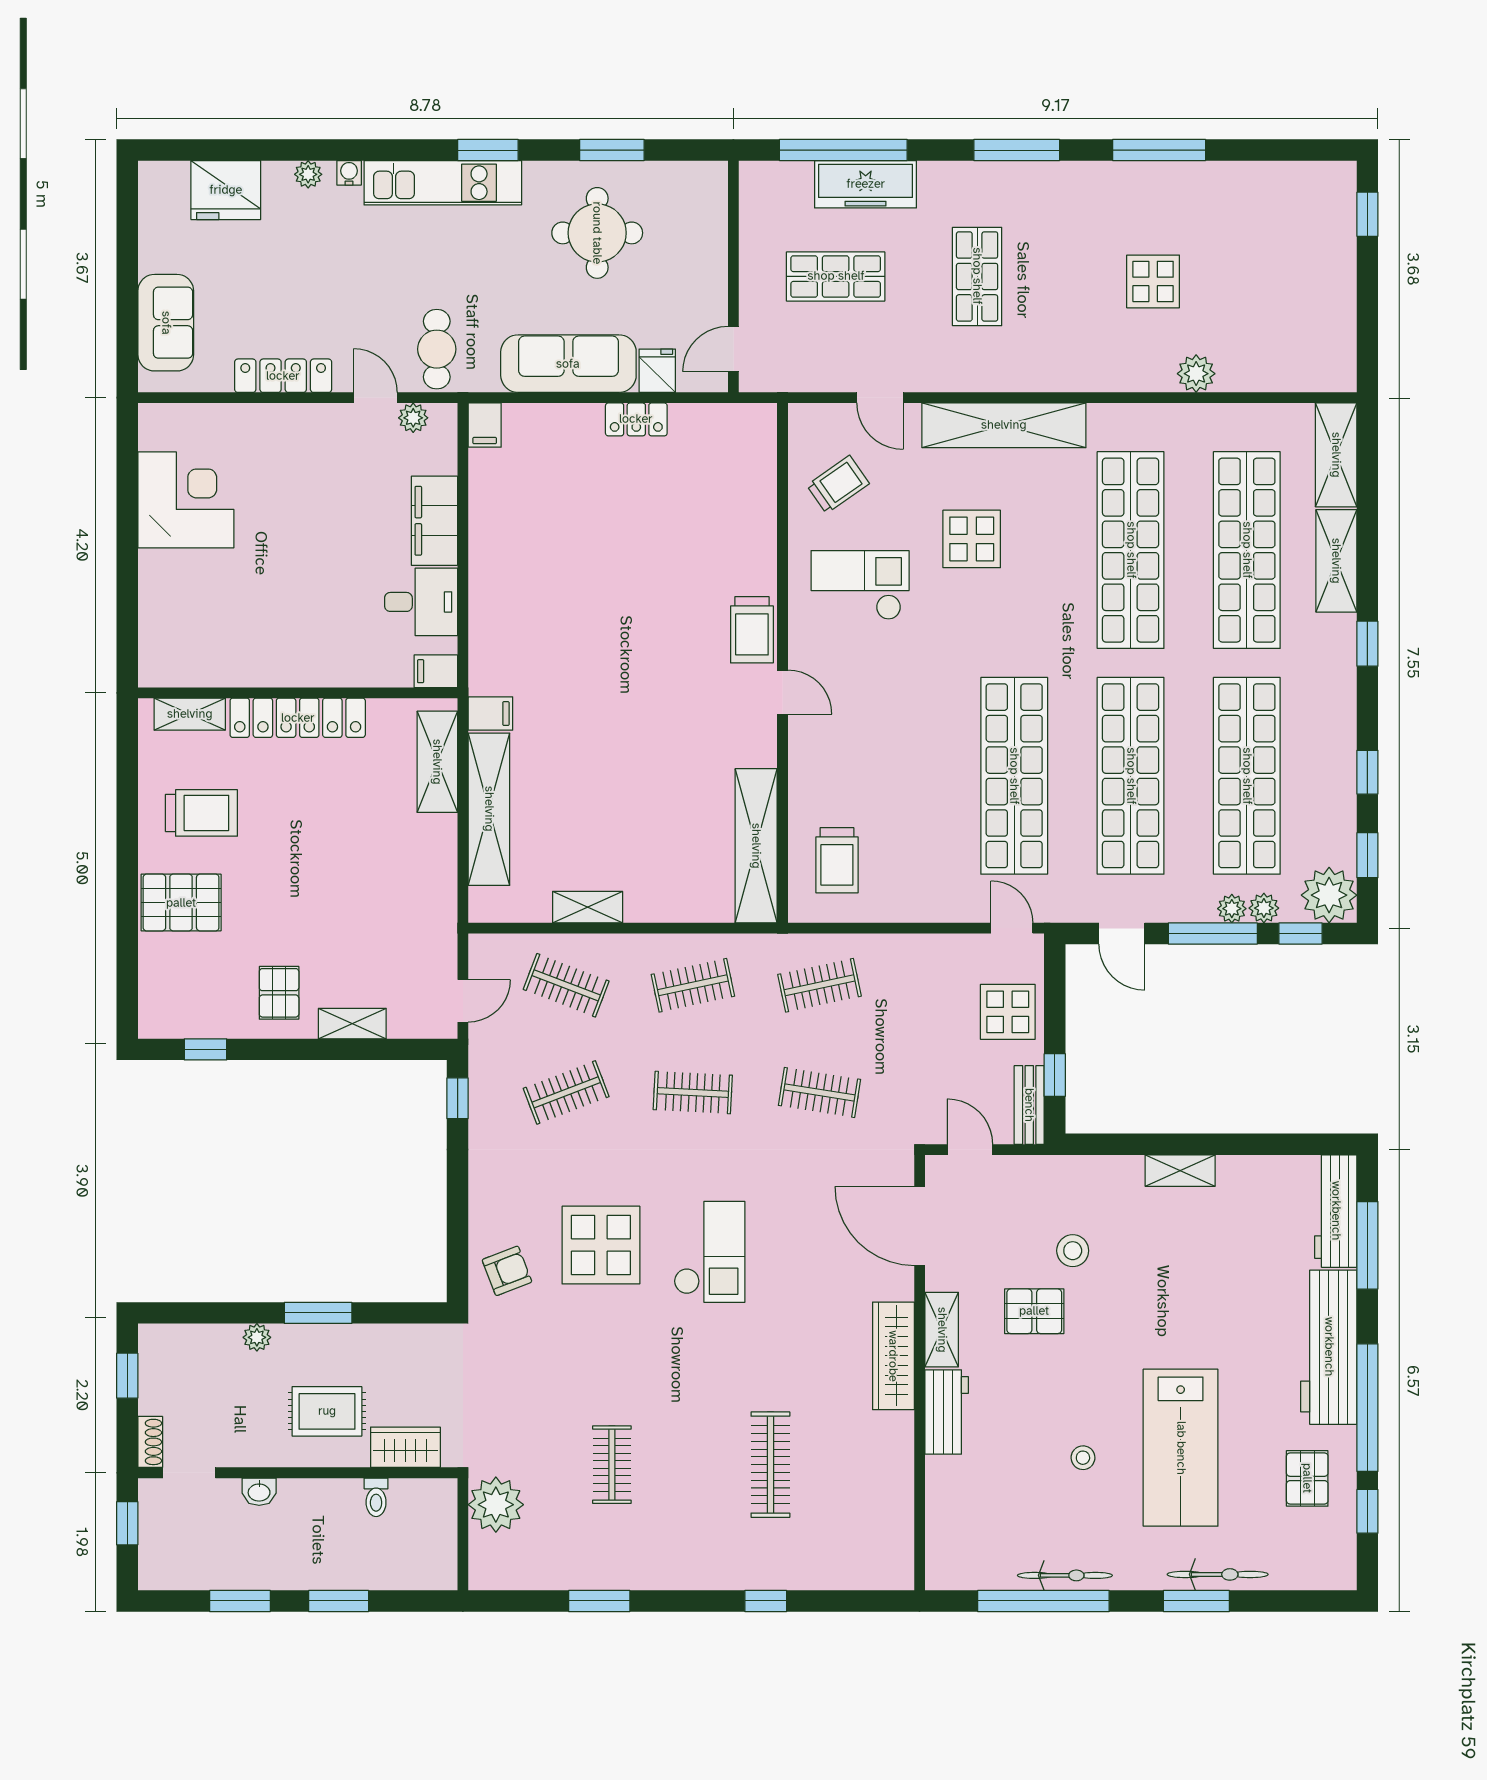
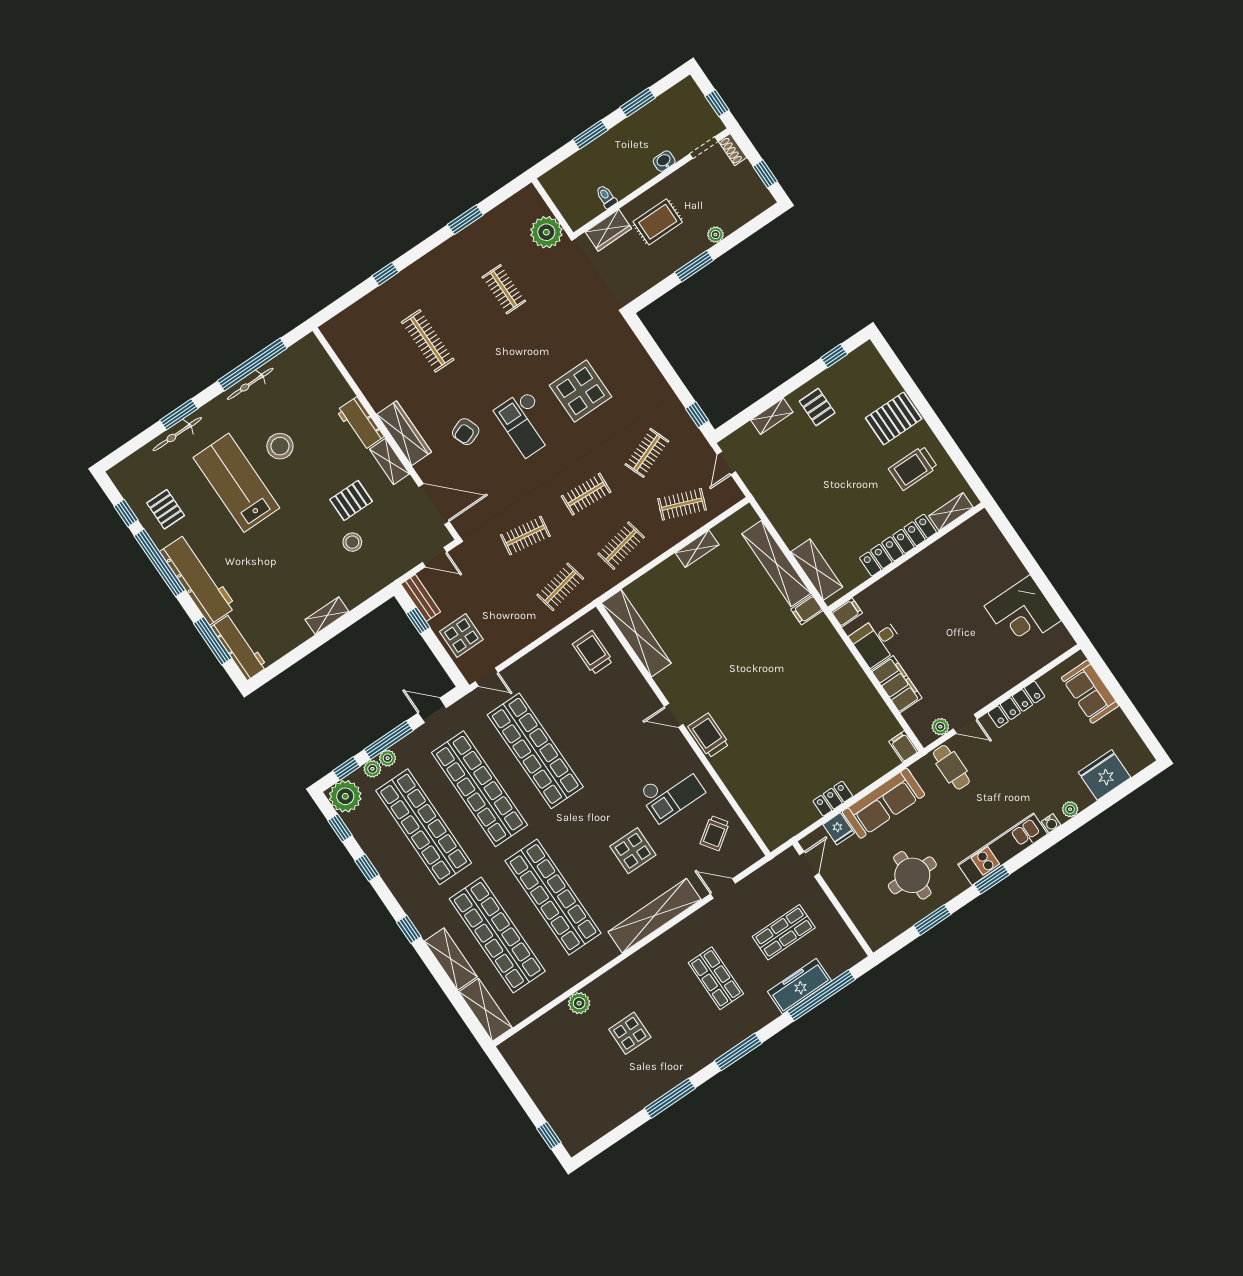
armchair: (507, 1271) -> (466, 432), moved
stool: (1083, 1458) -> (280, 446), width x1.89, depth x1.89

